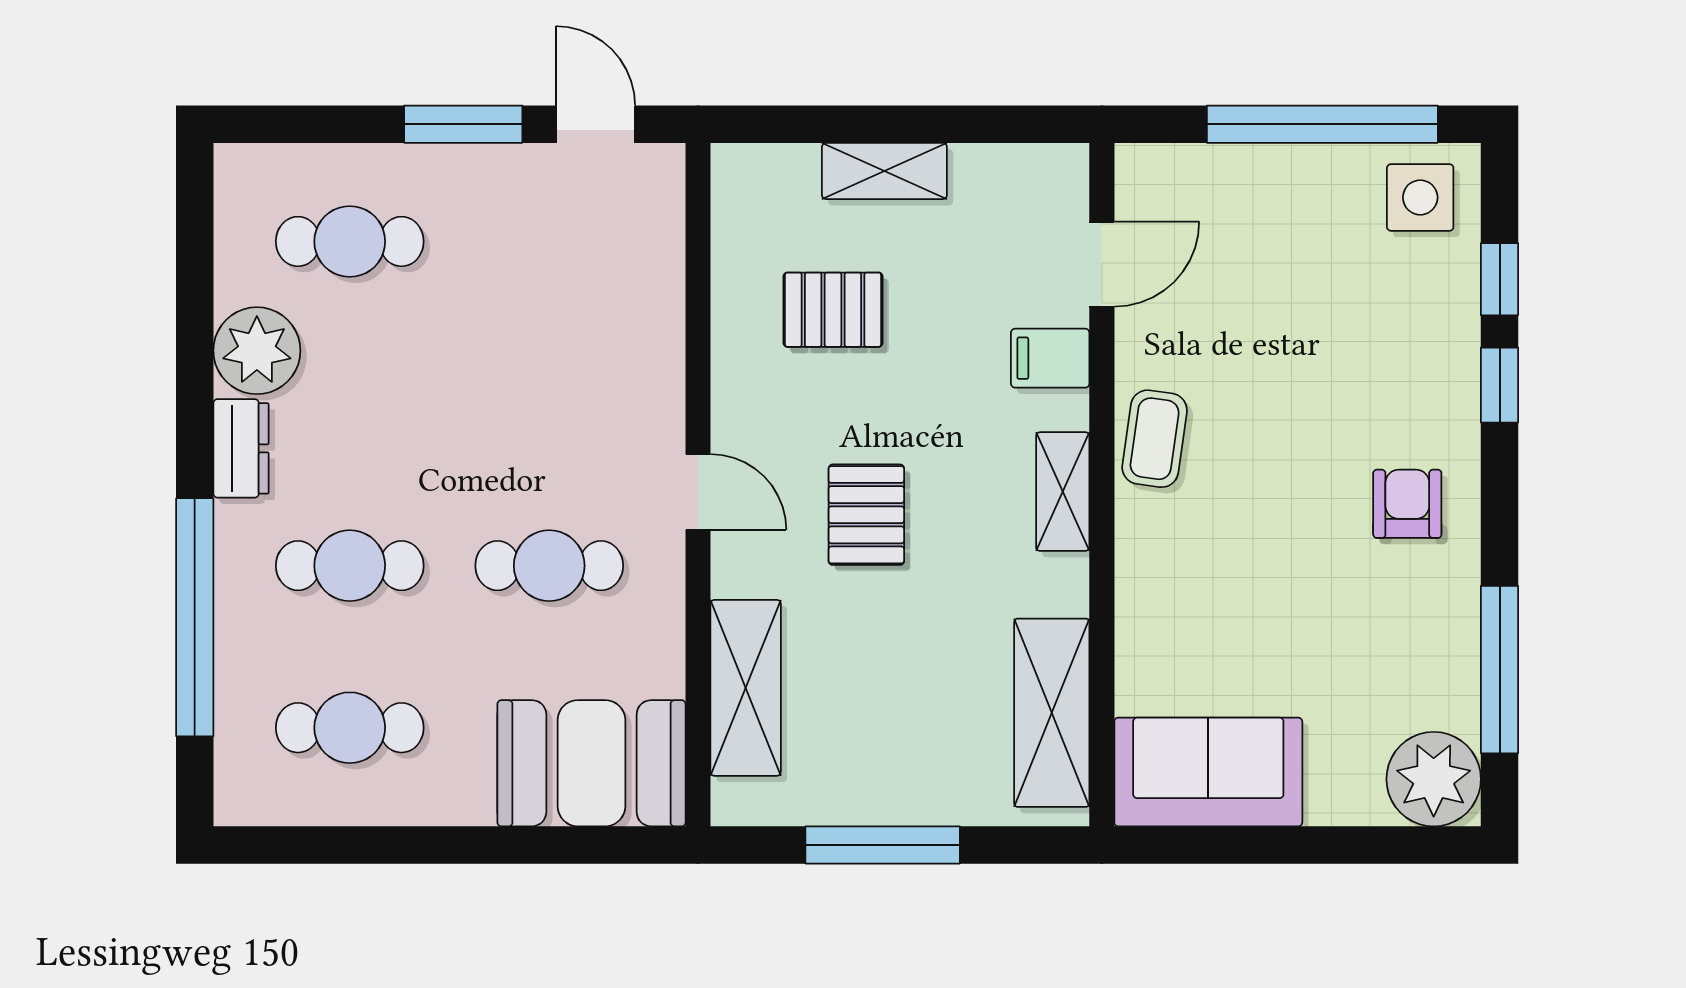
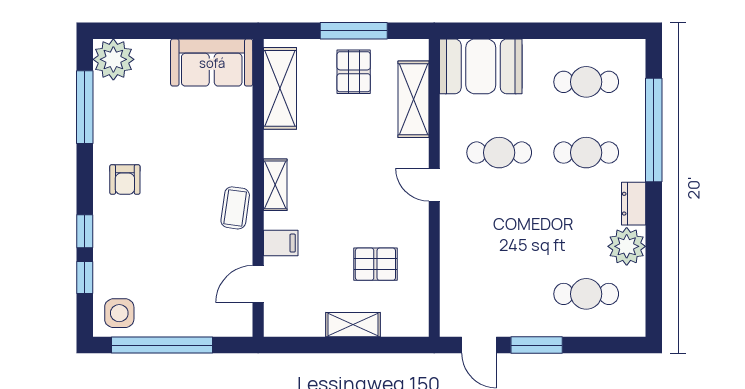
pallet: (866, 515) -> (354, 72), moved

